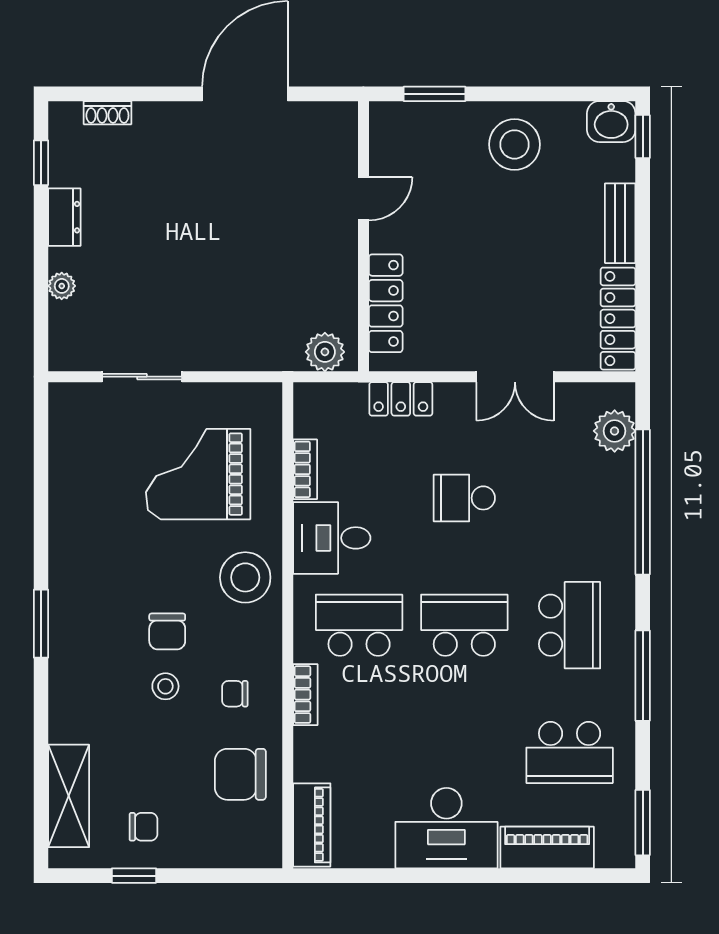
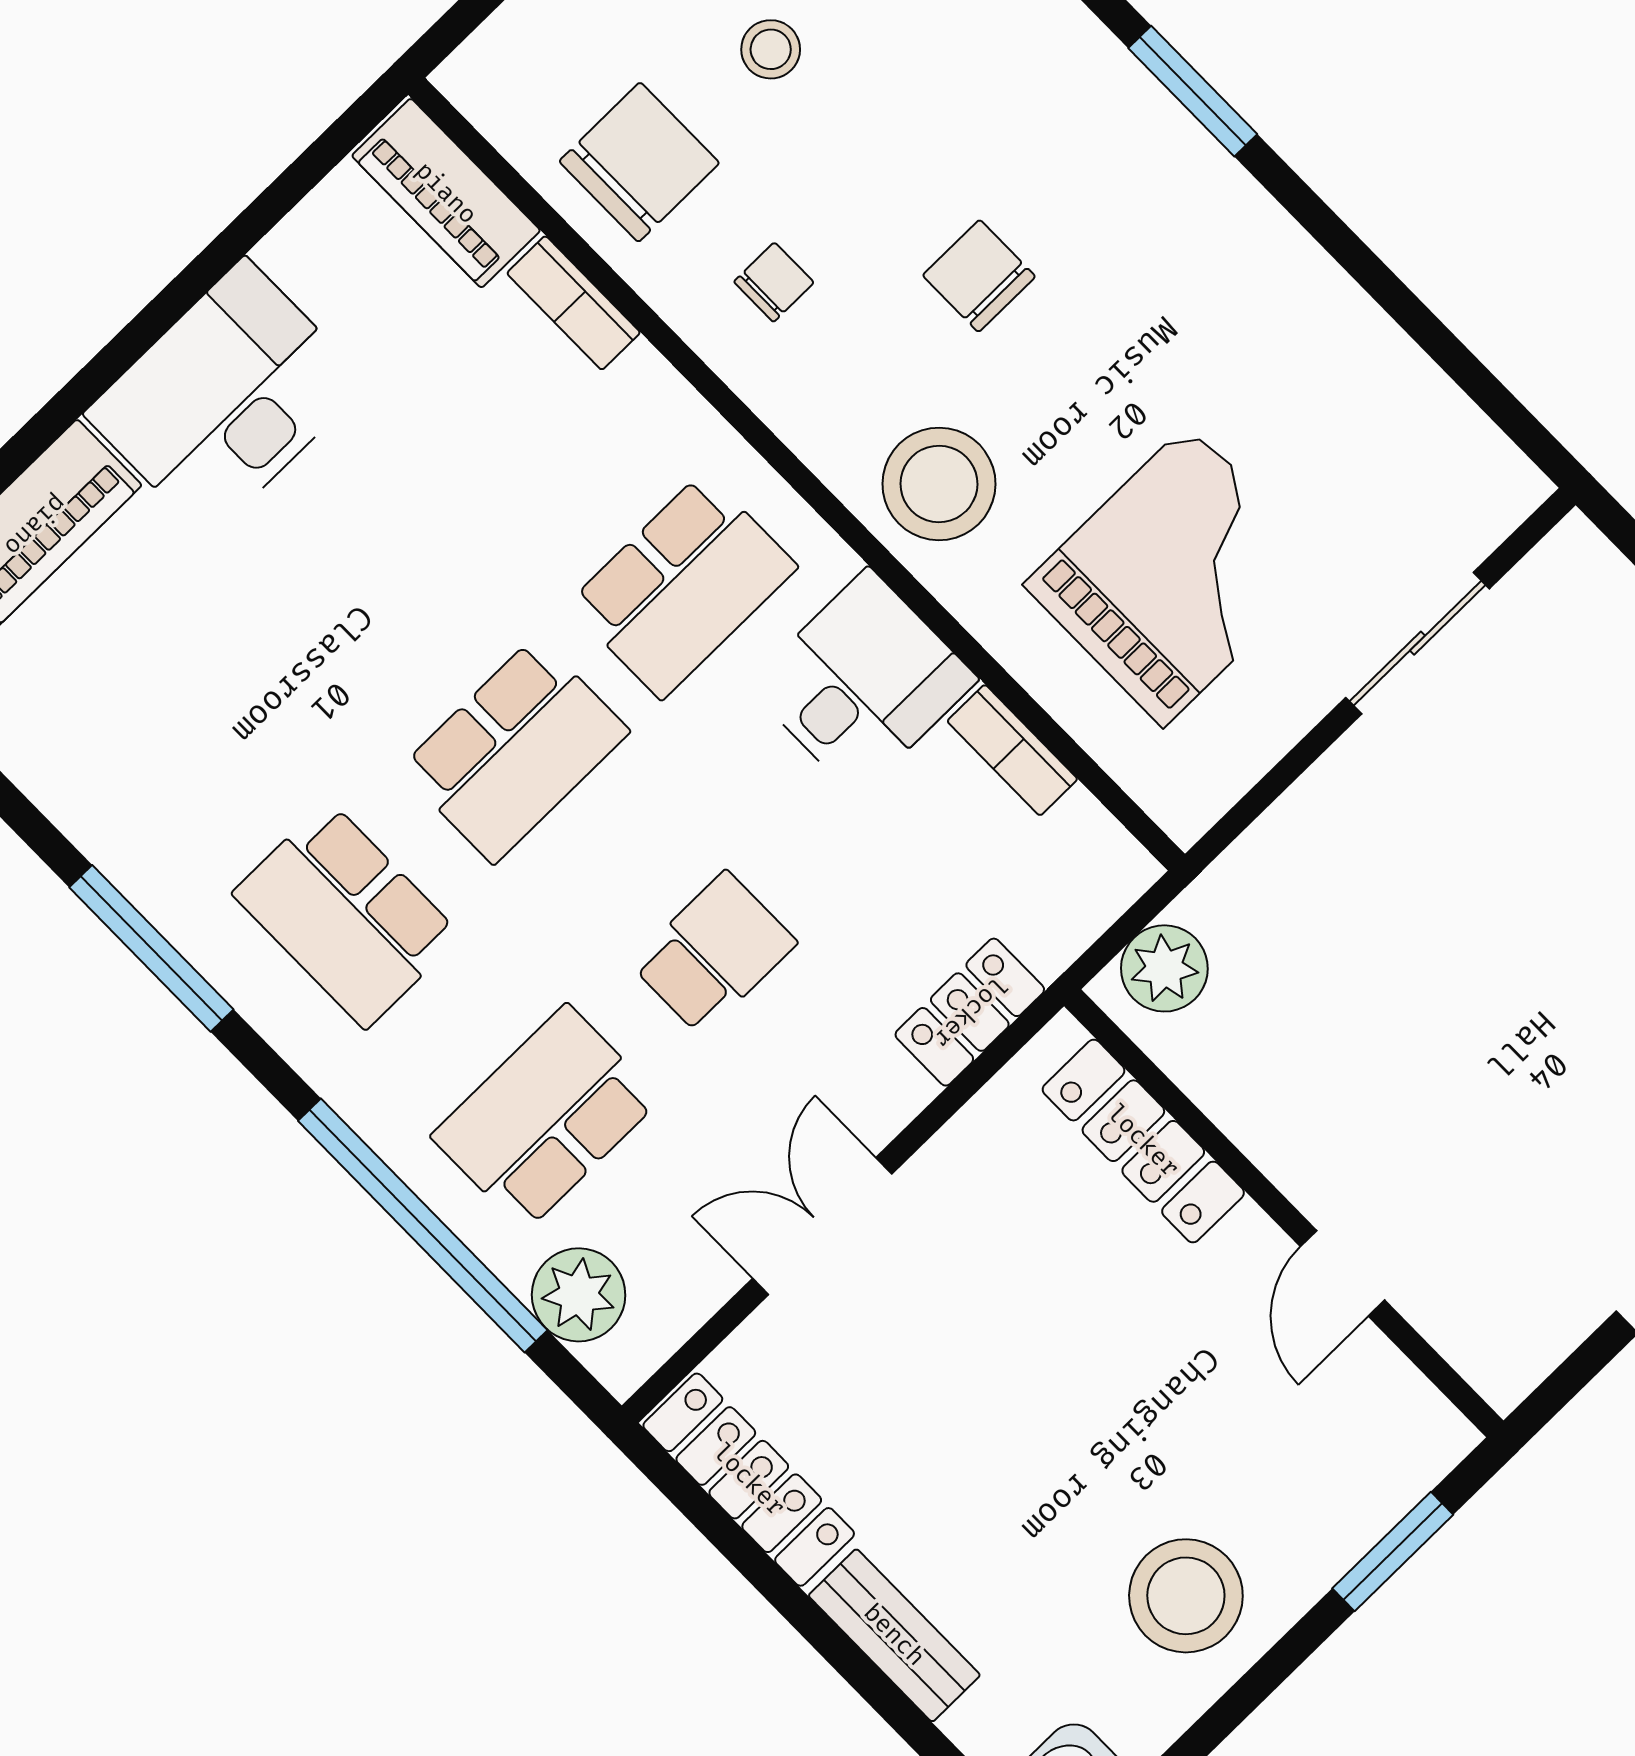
stool: (165, 686) -> (771, 49), moved
bookcase: (305, 695) -> (574, 303), moved
school desk: (570, 752) -> (546, 1118), moved

